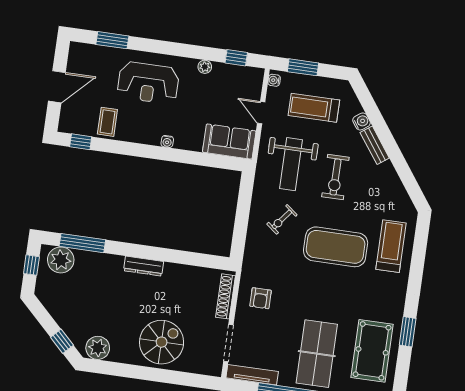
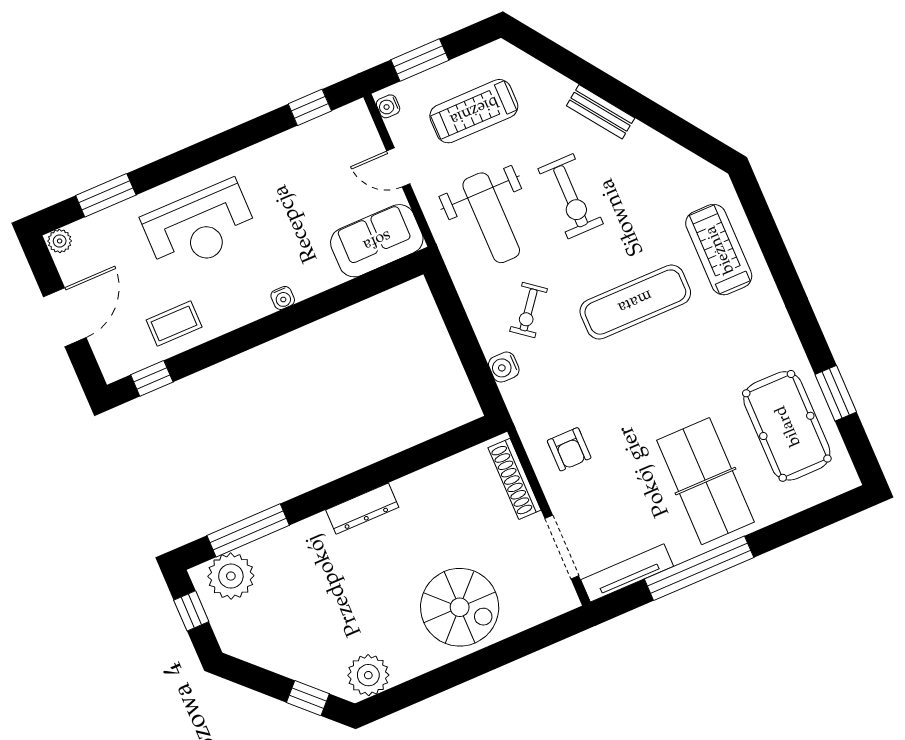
plant: (205, 67) -> (60, 241), moved
water cooler: (362, 121) -> (504, 367), moved, turned -144
coffee table: (107, 122) -> (174, 323), turned 90
exercise mat: (336, 247) -> (635, 302), width x0.68
window: (408, 332) -> (836, 393), moved
spiral stairs: (162, 342) -> (460, 607), turned 90

